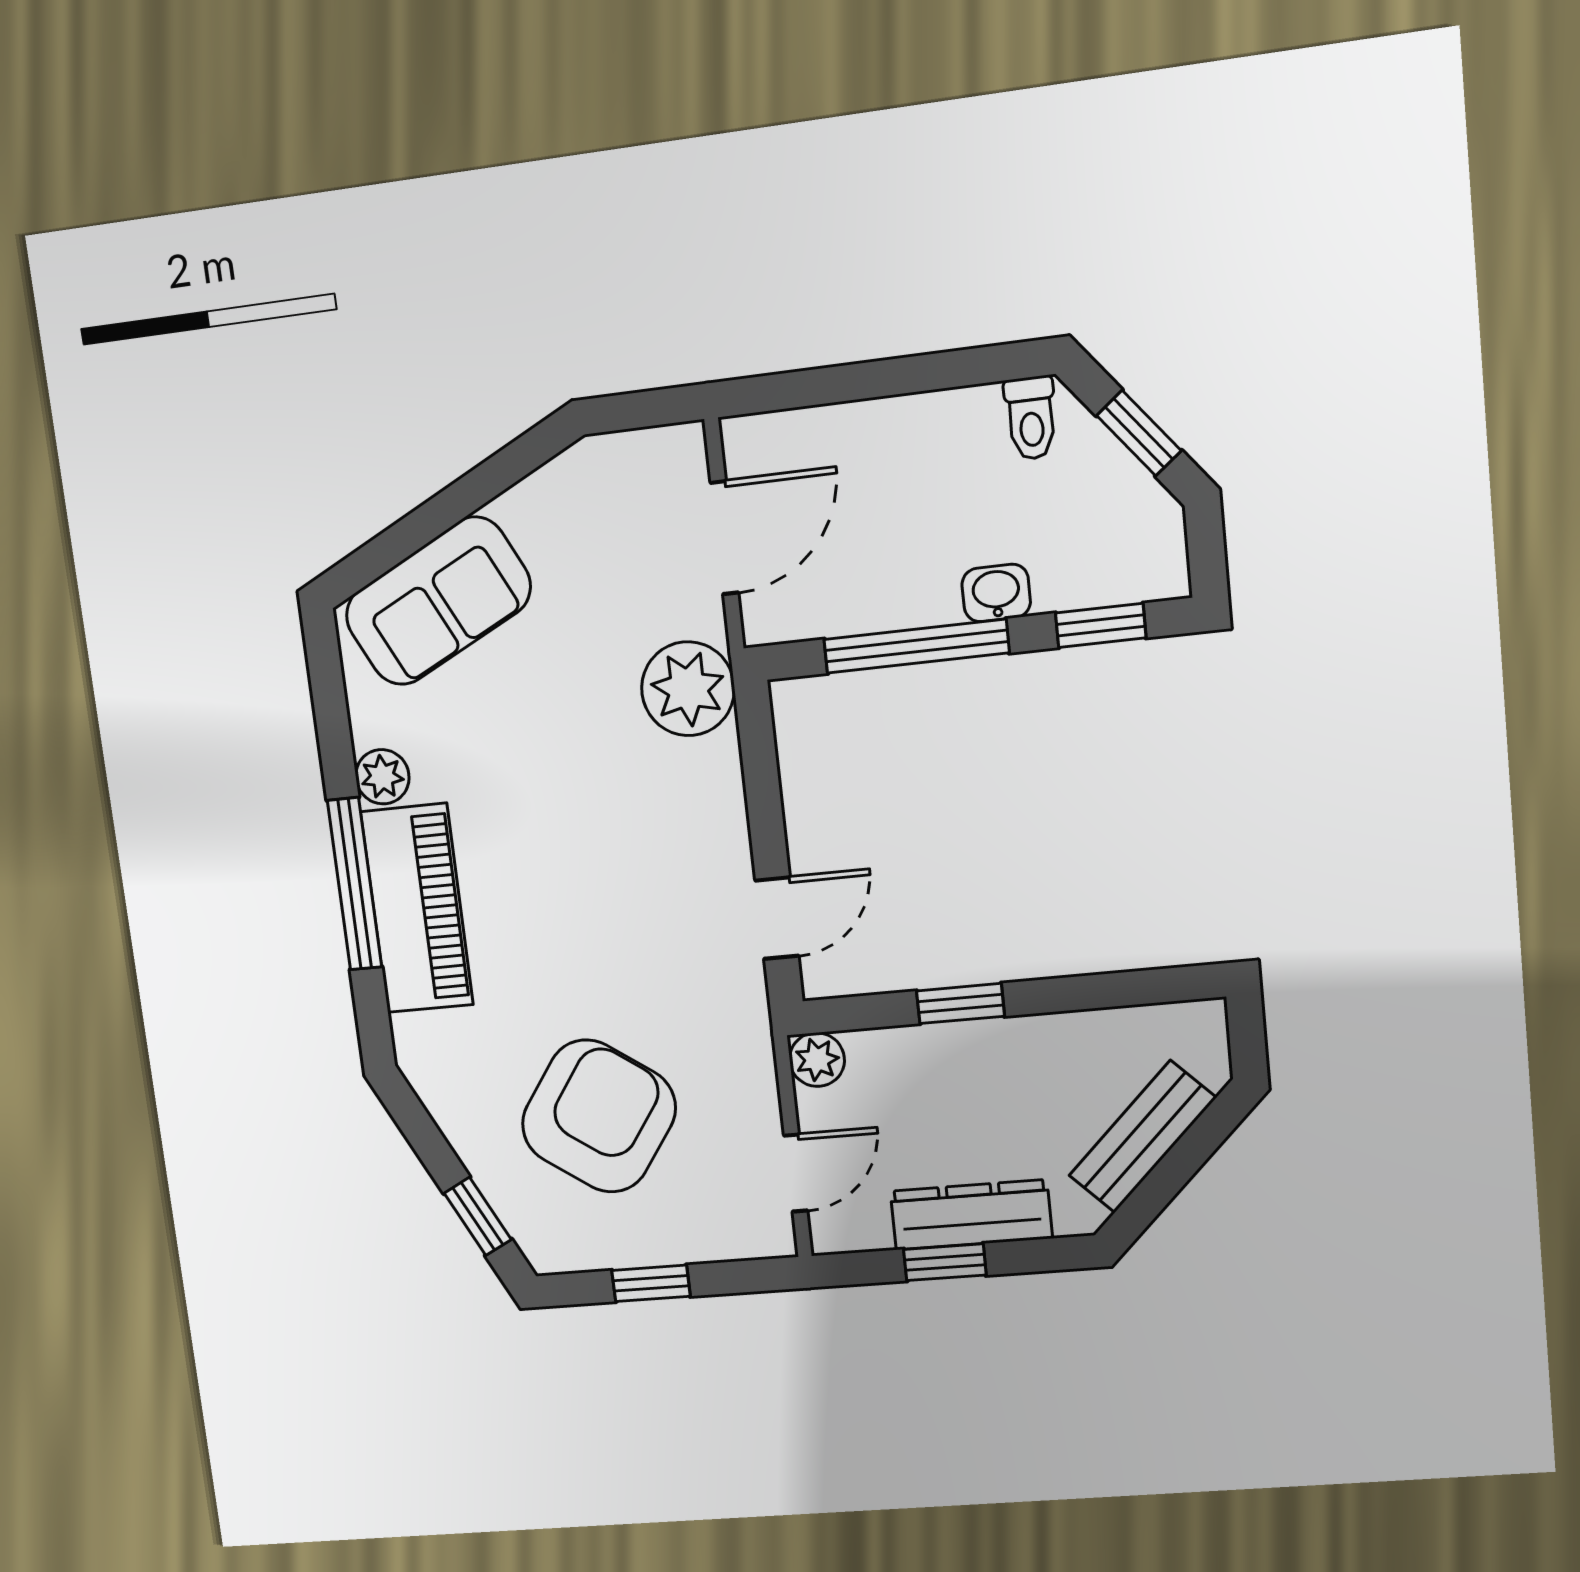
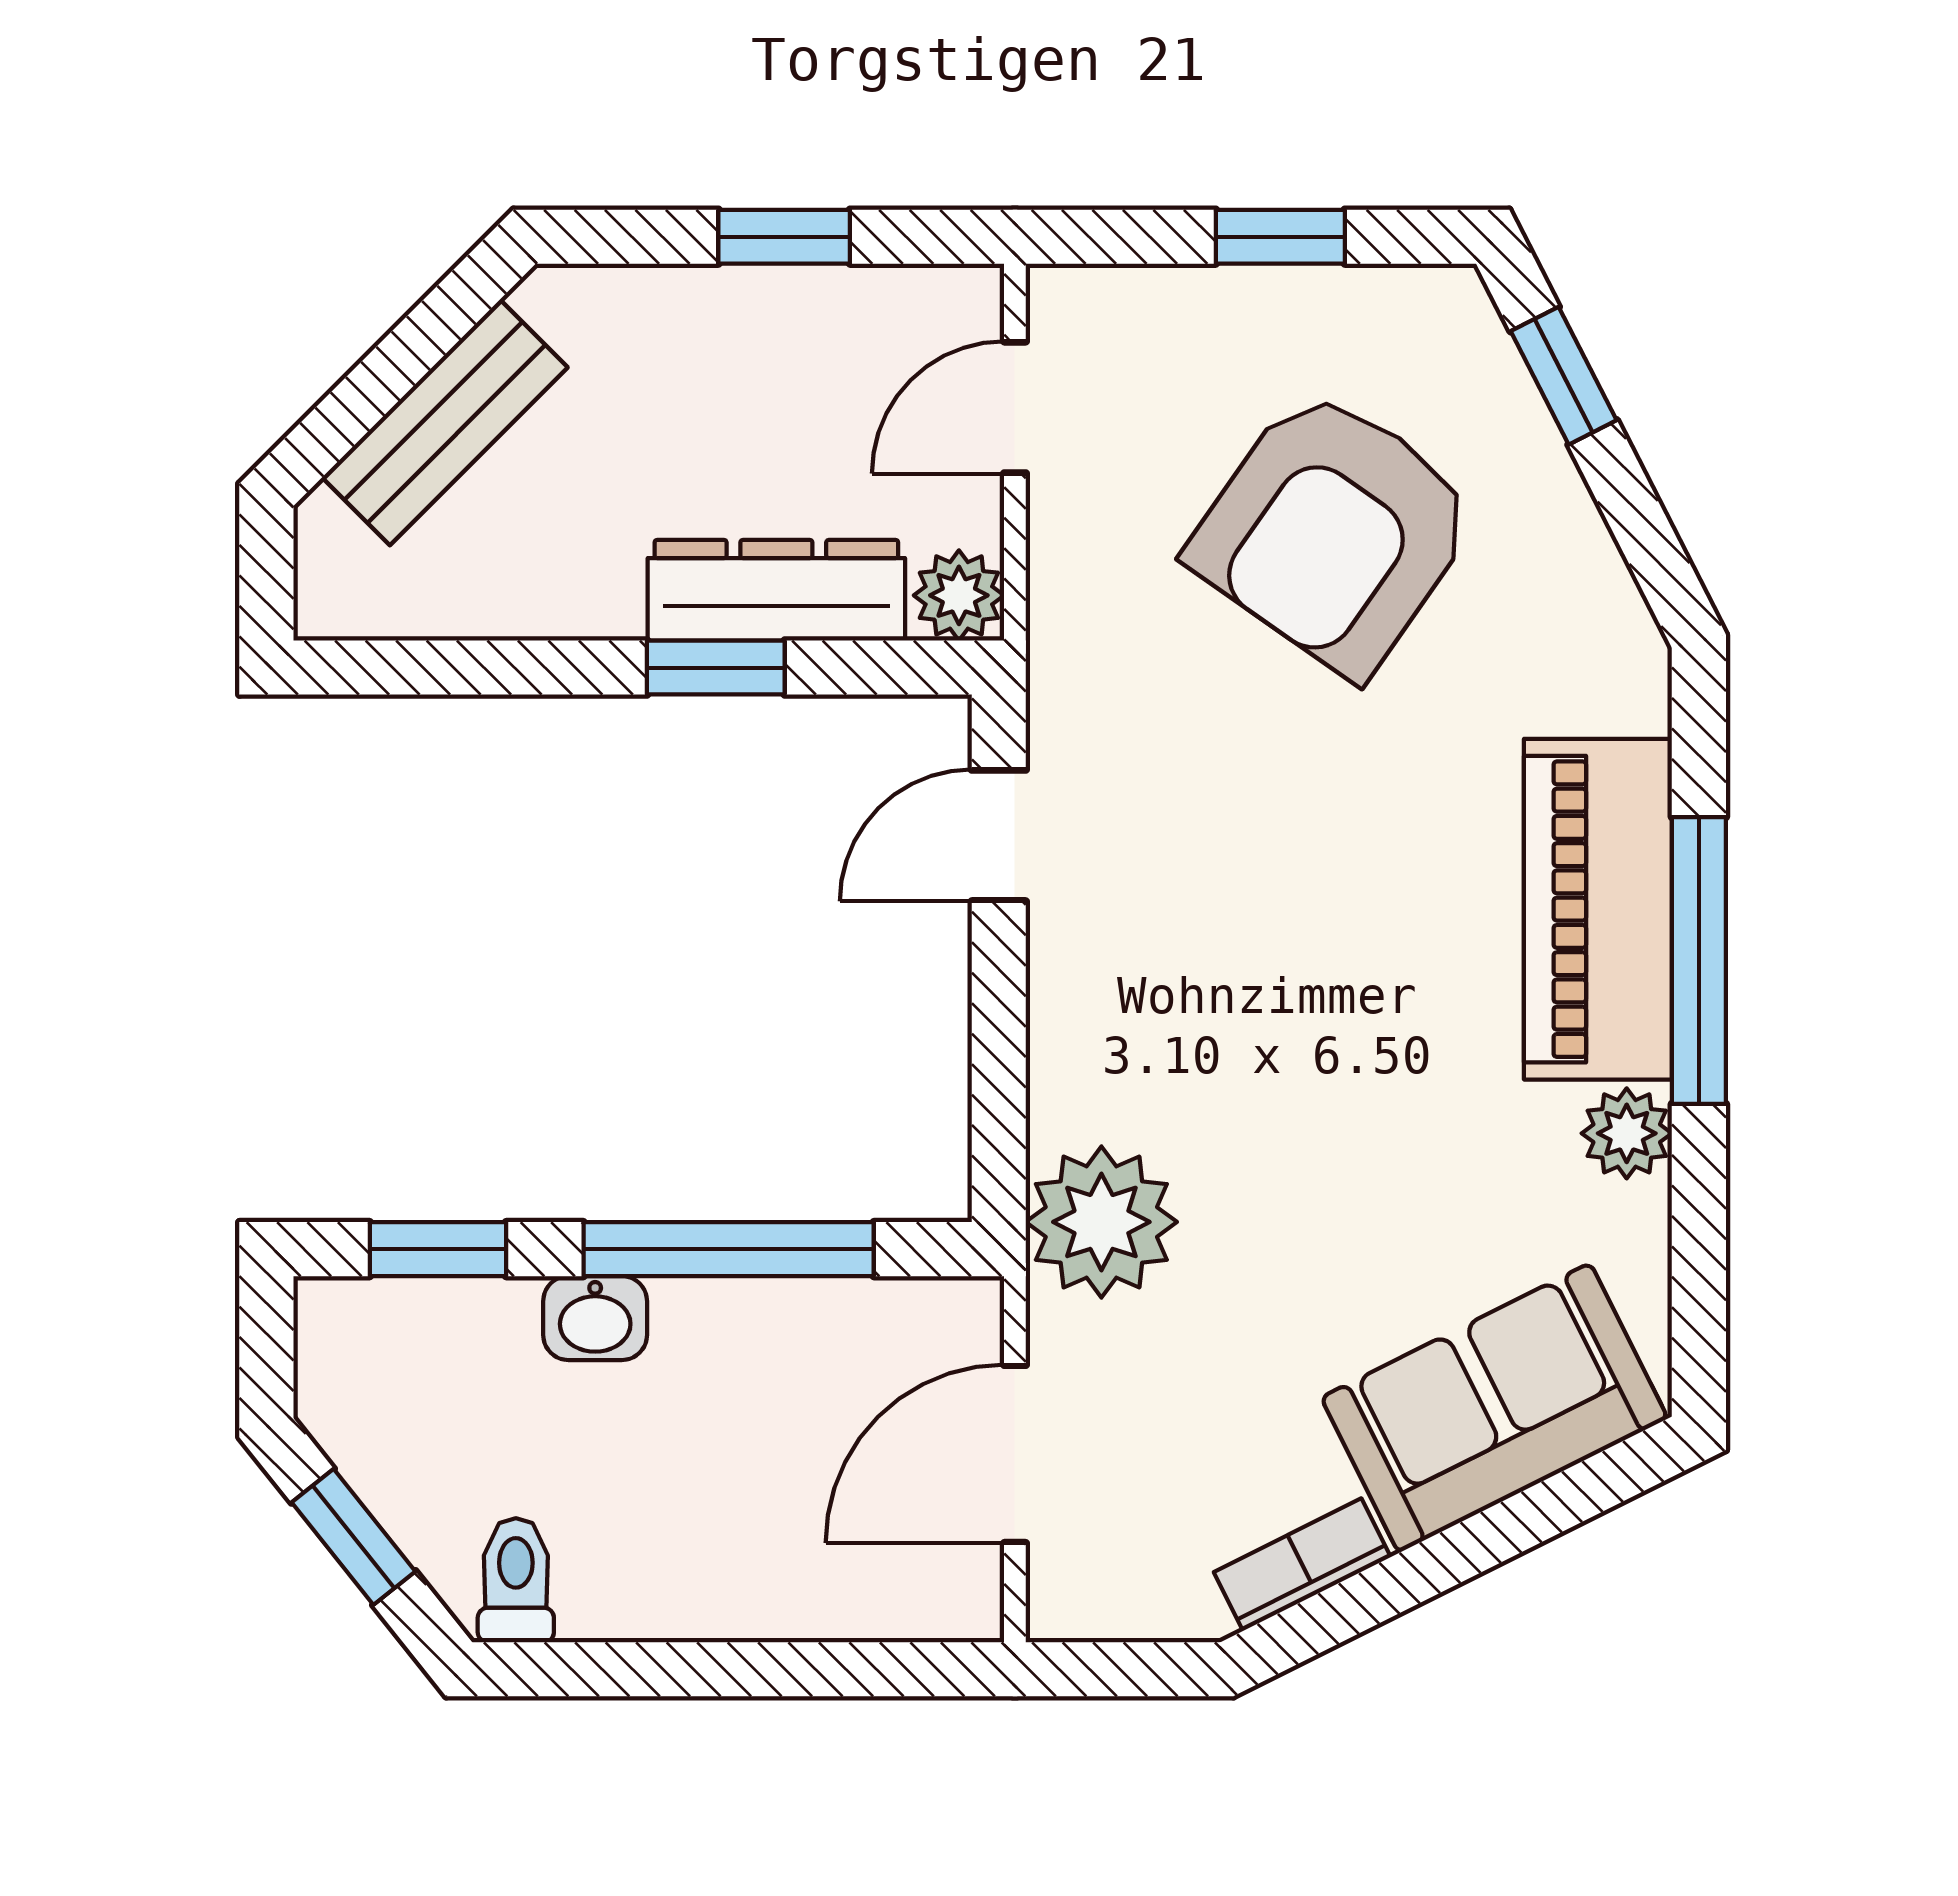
bookcase: (541, 490) -> (1302, 1565), added
dresser: (971, 1215) -> (776, 590), moved, turned 180

